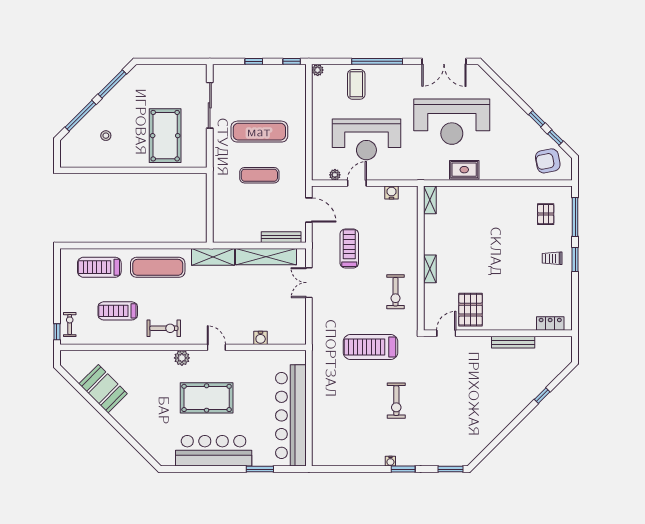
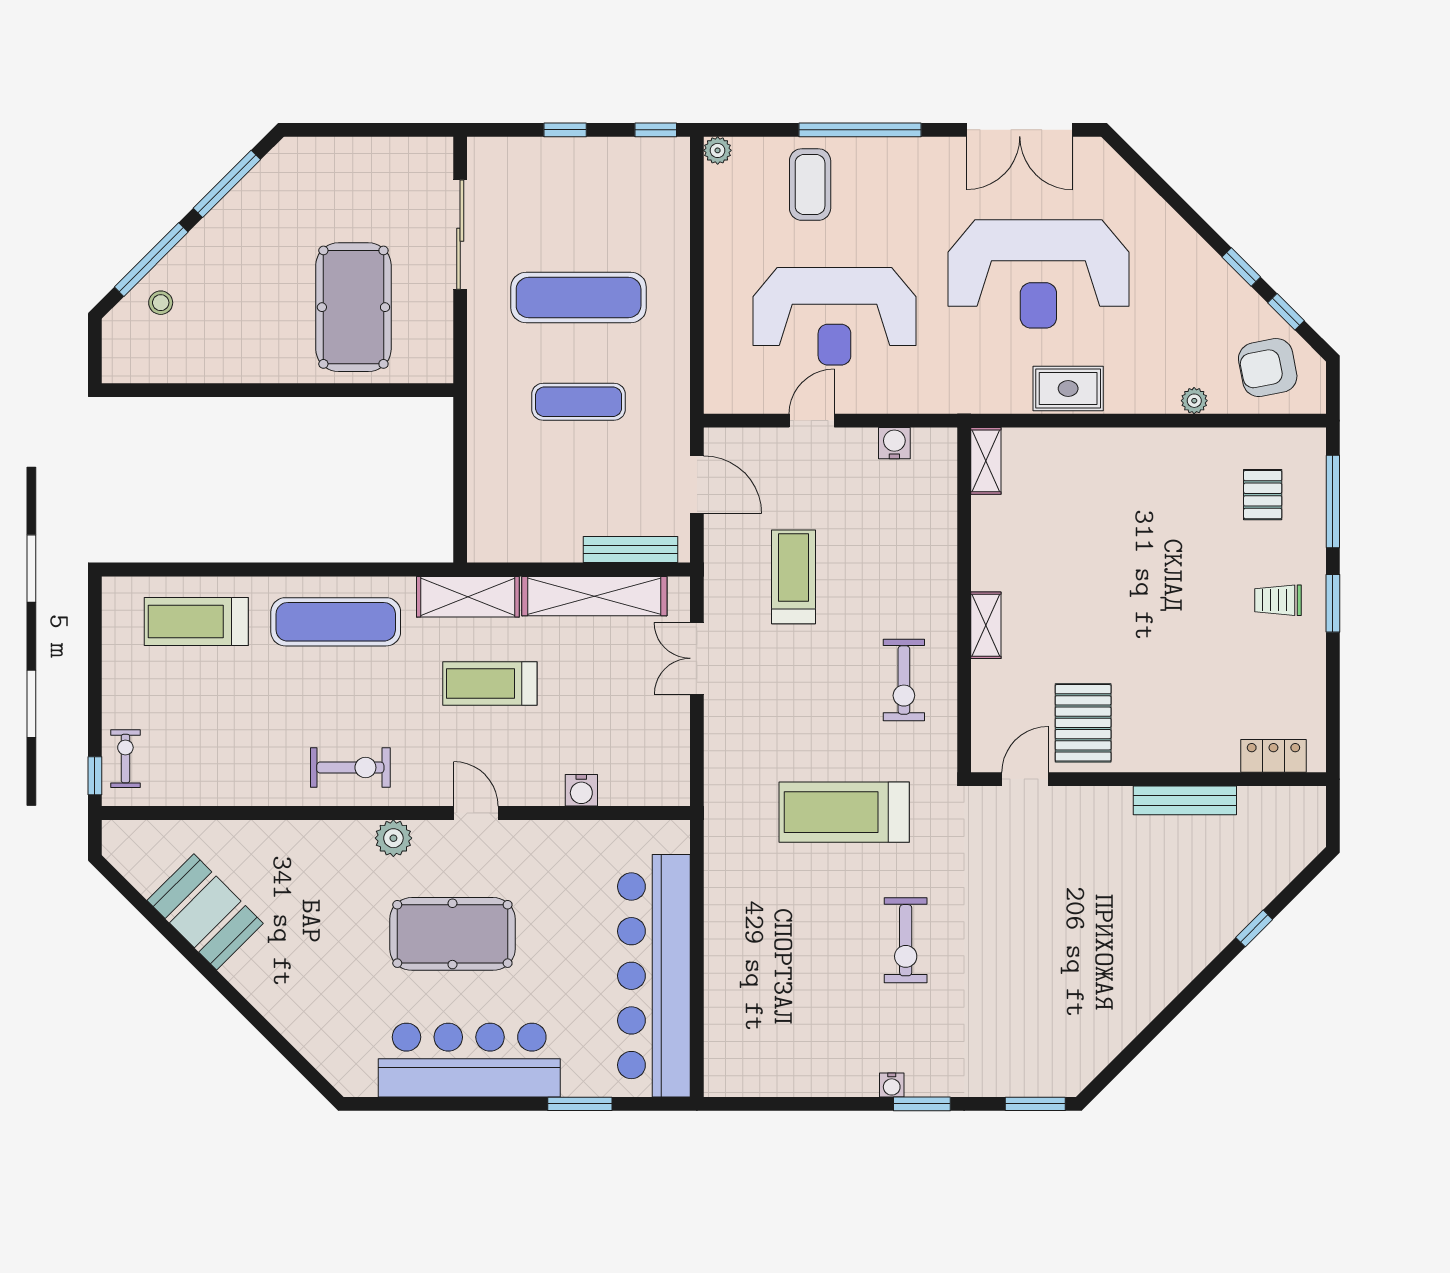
stool: (106, 136) -> (161, 303), moved
plant: (335, 175) -> (1194, 401), moved
treadmill: (118, 311) -> (490, 684), moved

